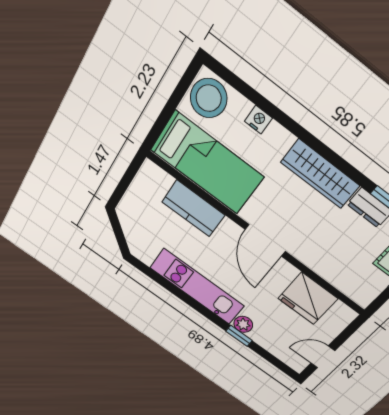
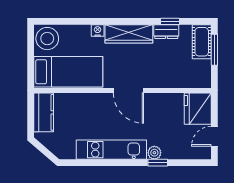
nightstand: (258, 120) -> (98, 31), moved
kitchen counter: (193, 209) -> (44, 112), moved, turned -90
fridge: (308, 299) -> (198, 109), moved, turned 90

